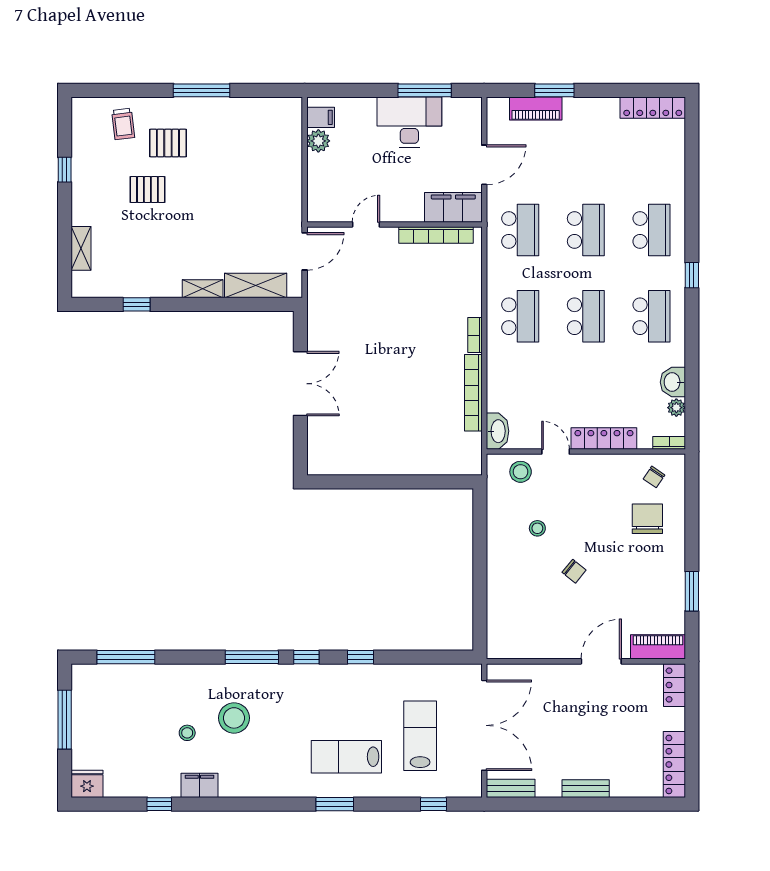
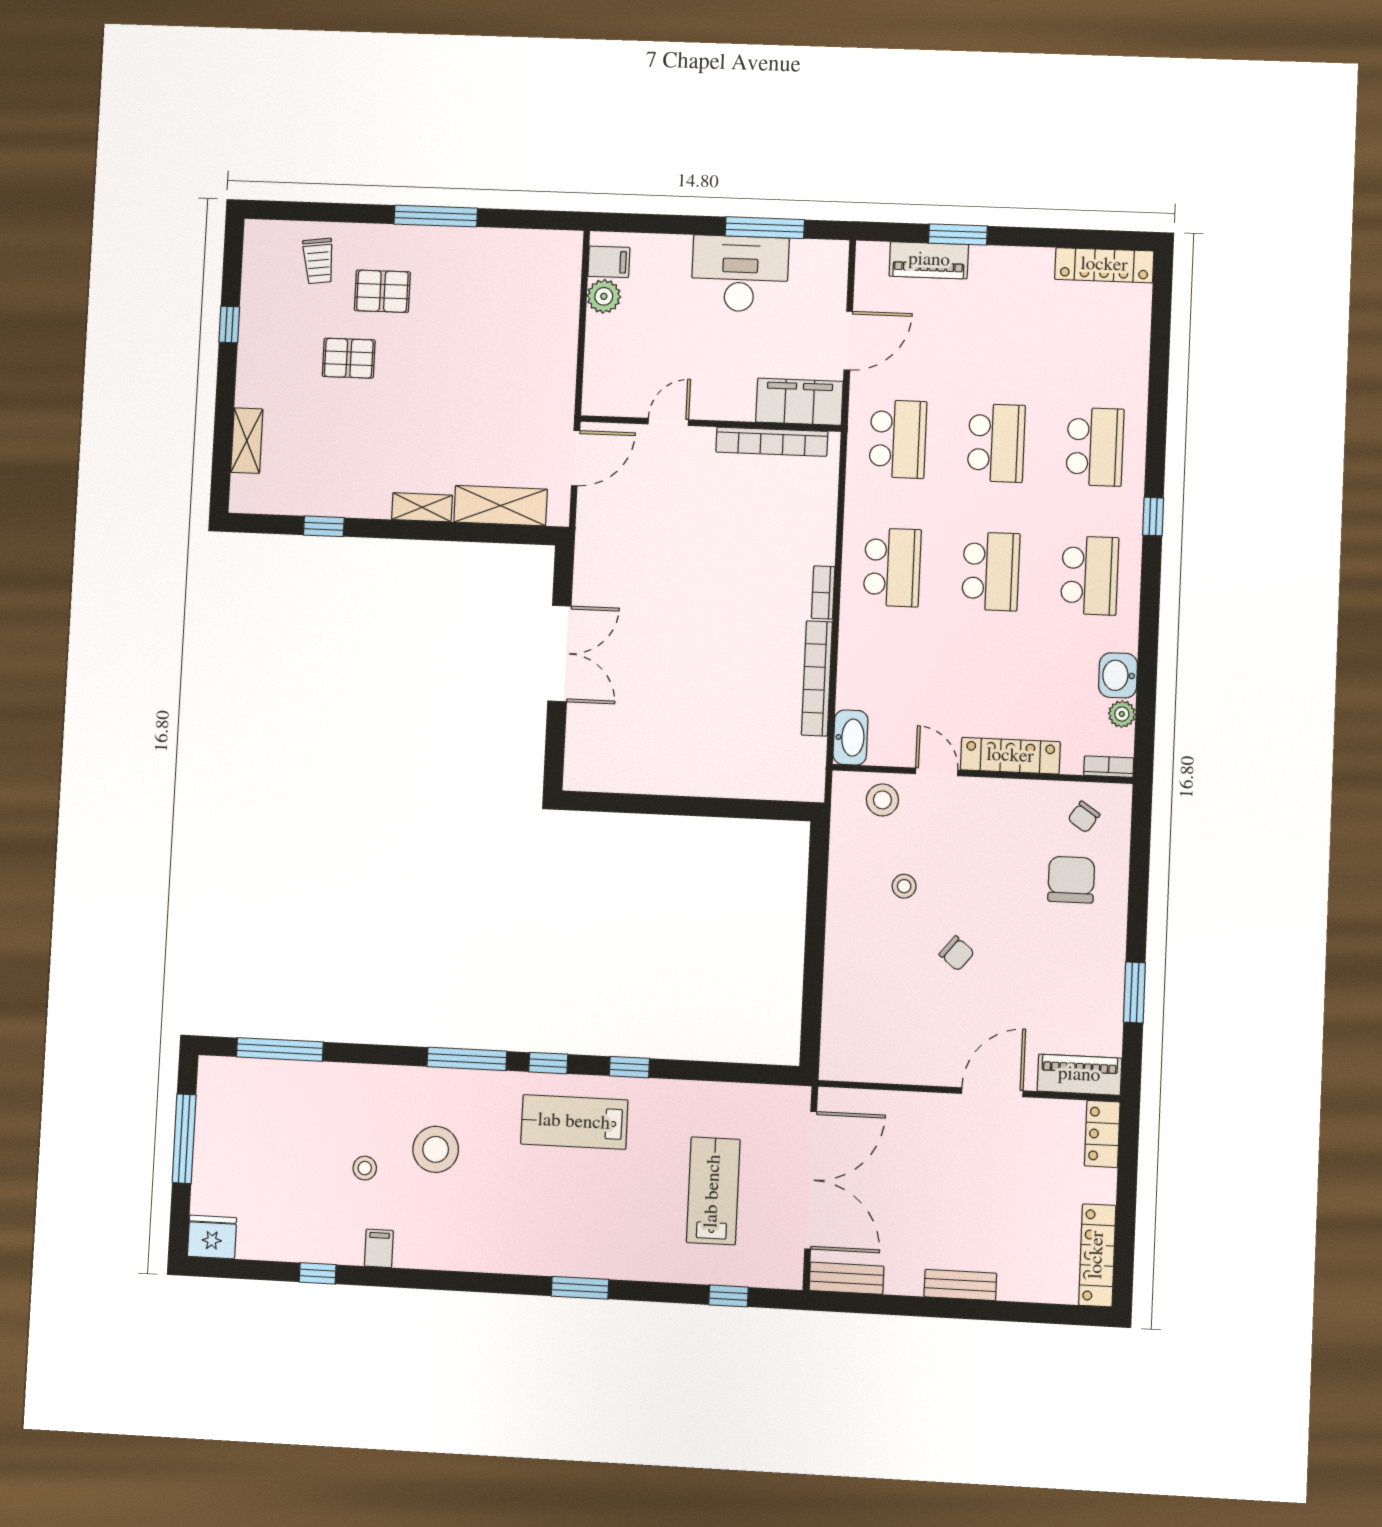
lab bench: (346, 757) -> (574, 1122), moved
filing cabinet: (199, 785) -> (379, 1248), width x0.50

